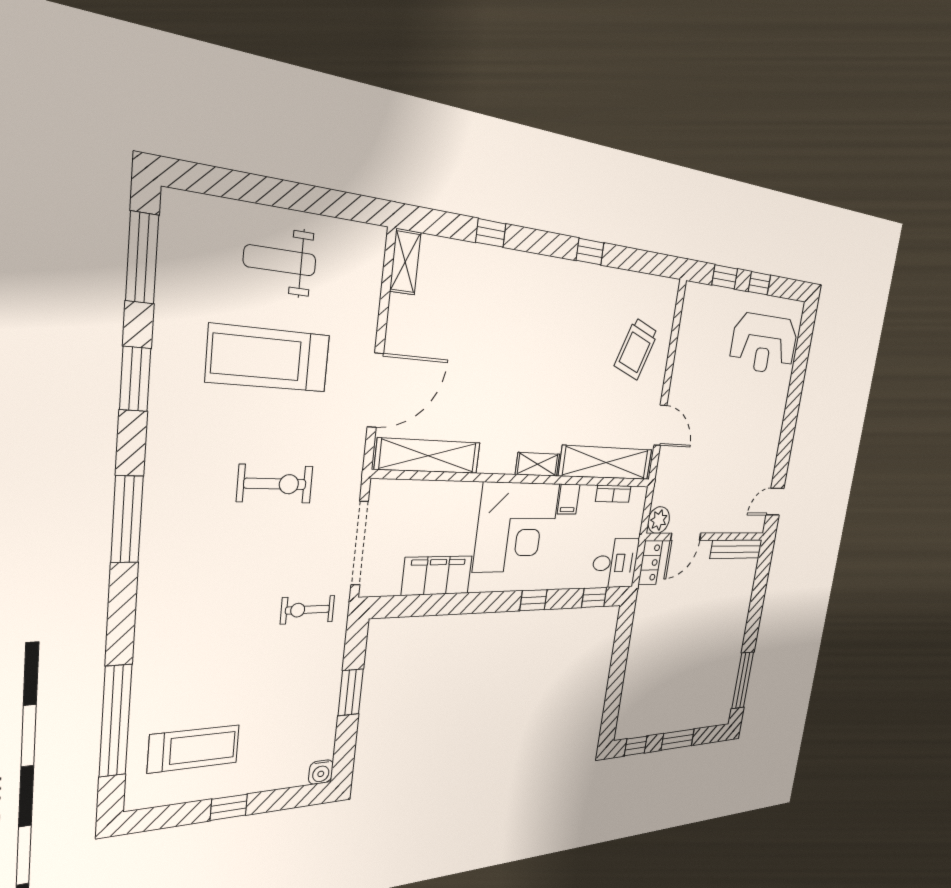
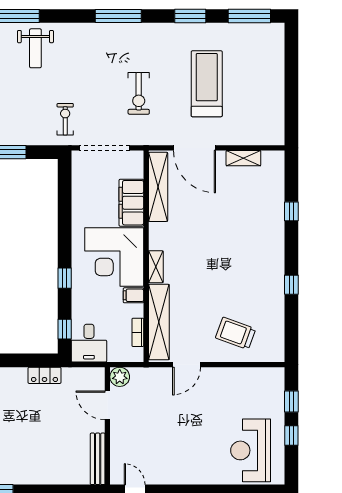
weight bench: (280, 260) -> (35, 48), moved, turned 180
shelving: (405, 262) -> (243, 158), moved
locker: (650, 563) -> (44, 375), moved
filing cabinet: (437, 576) -> (131, 203), moved, turned 180

